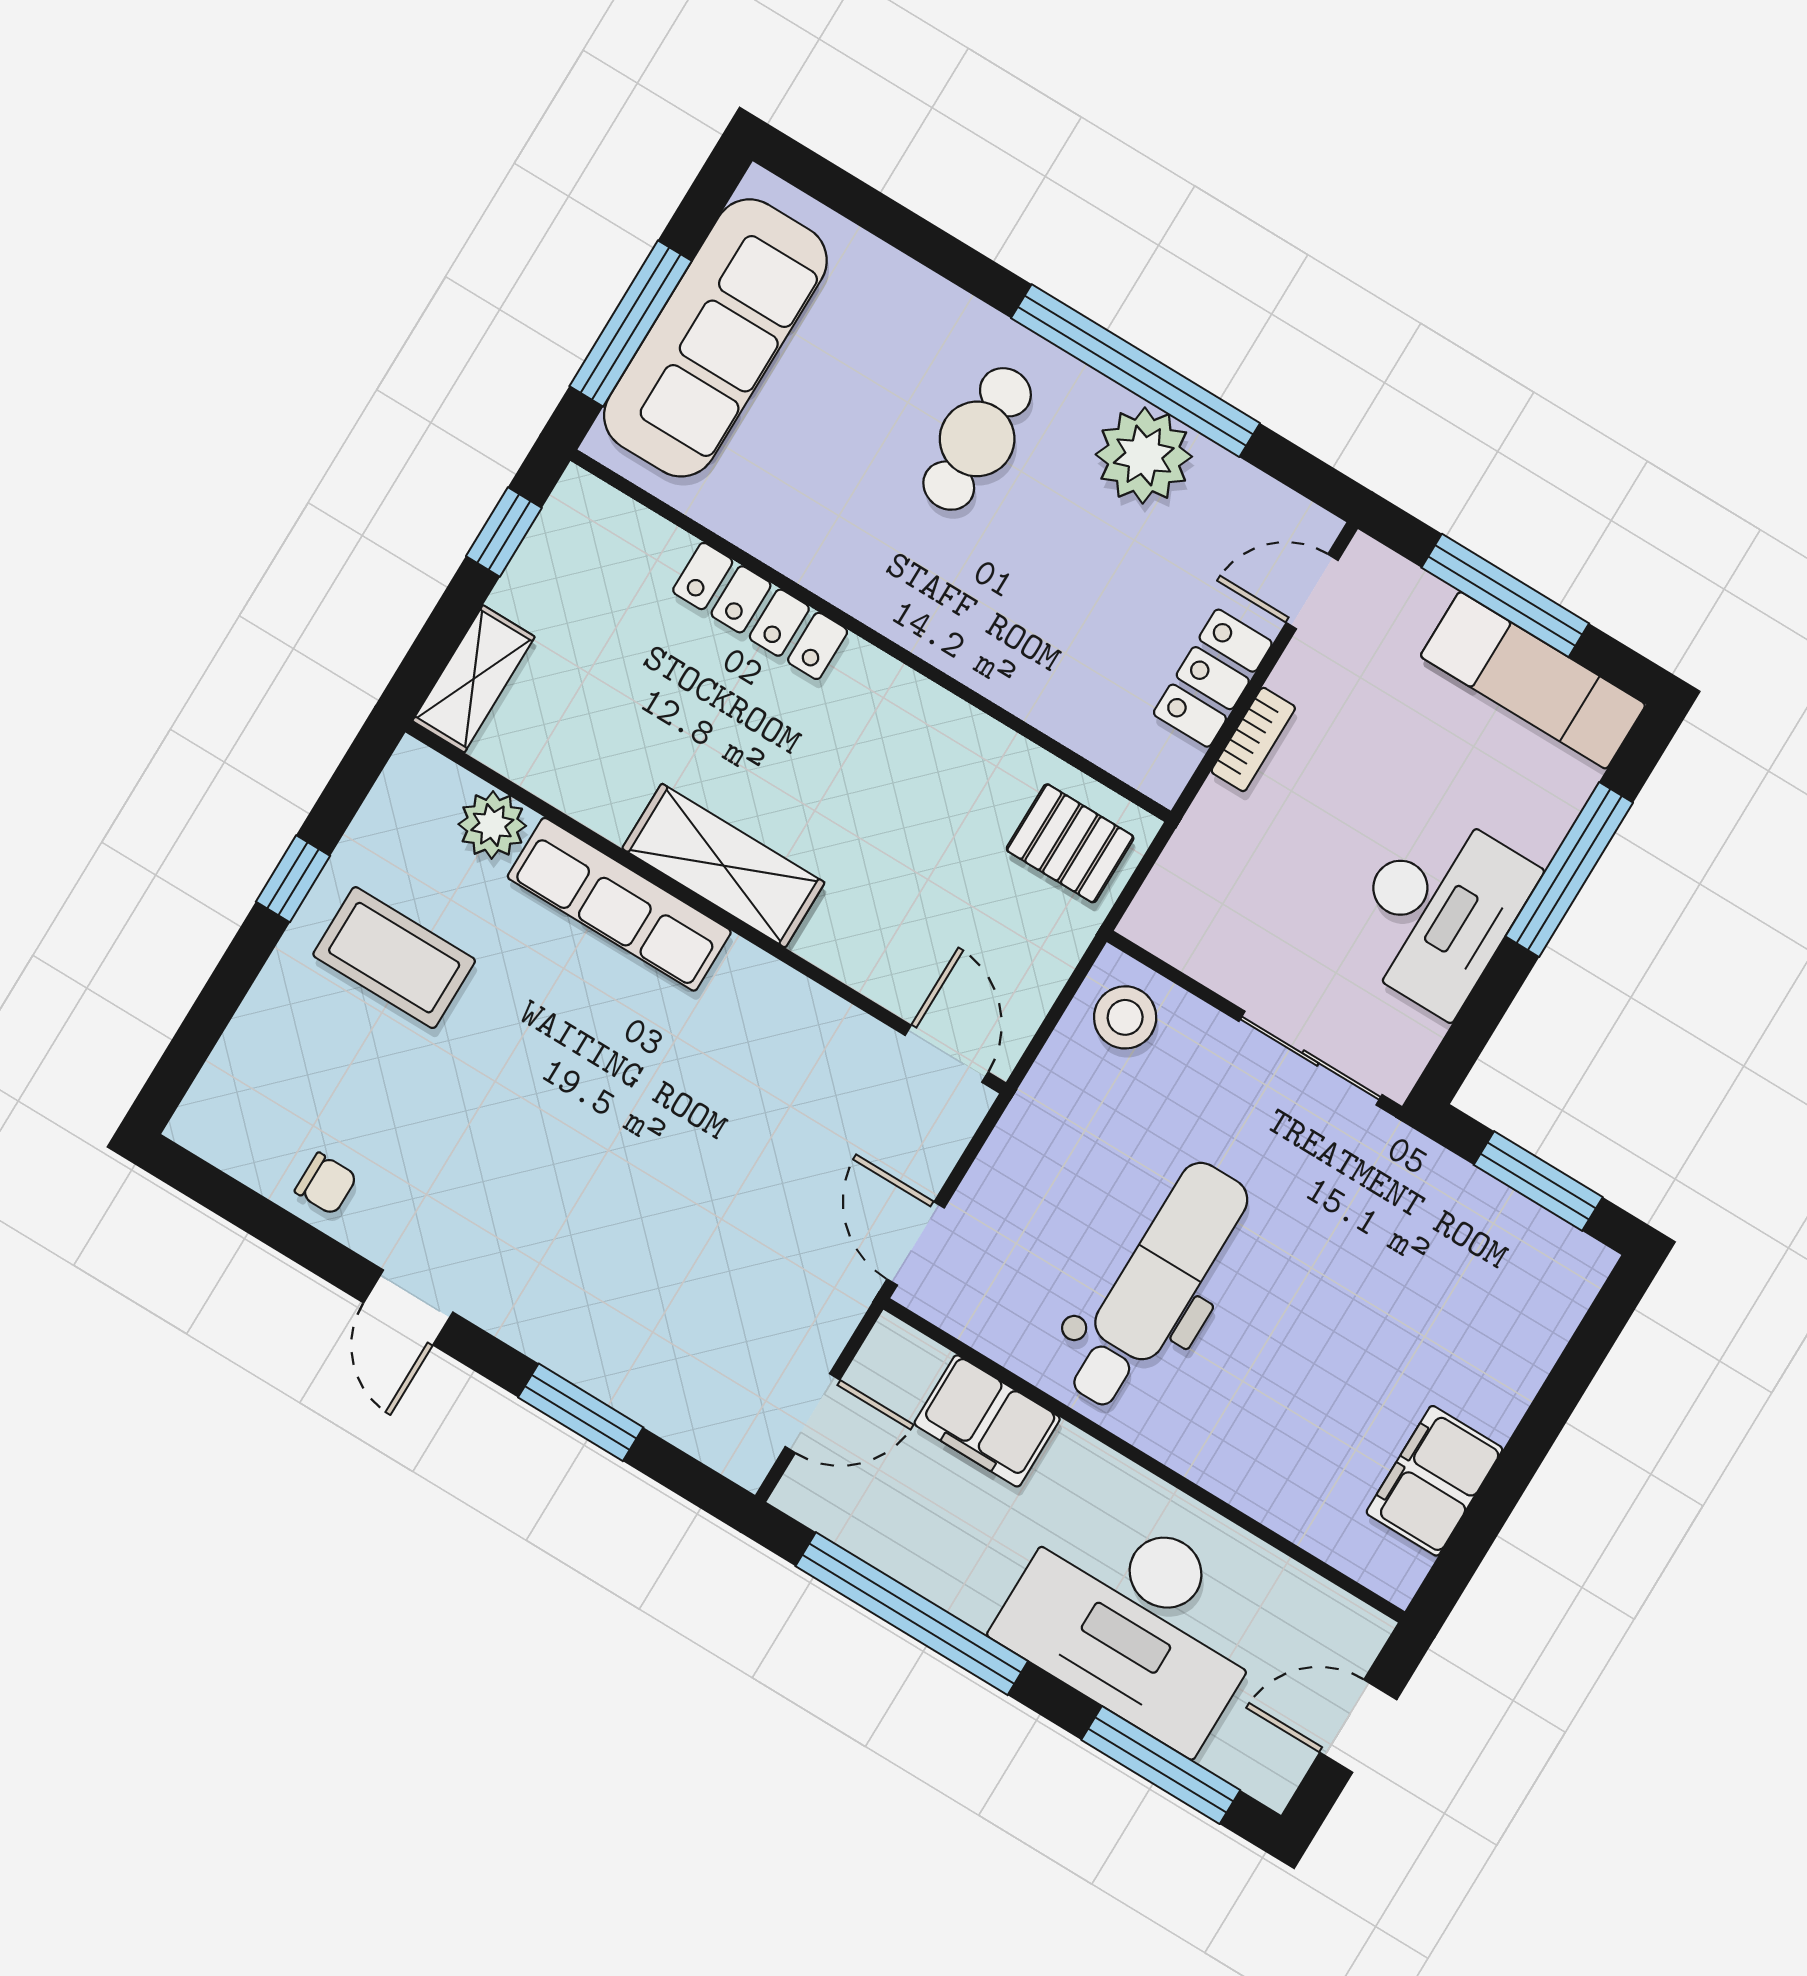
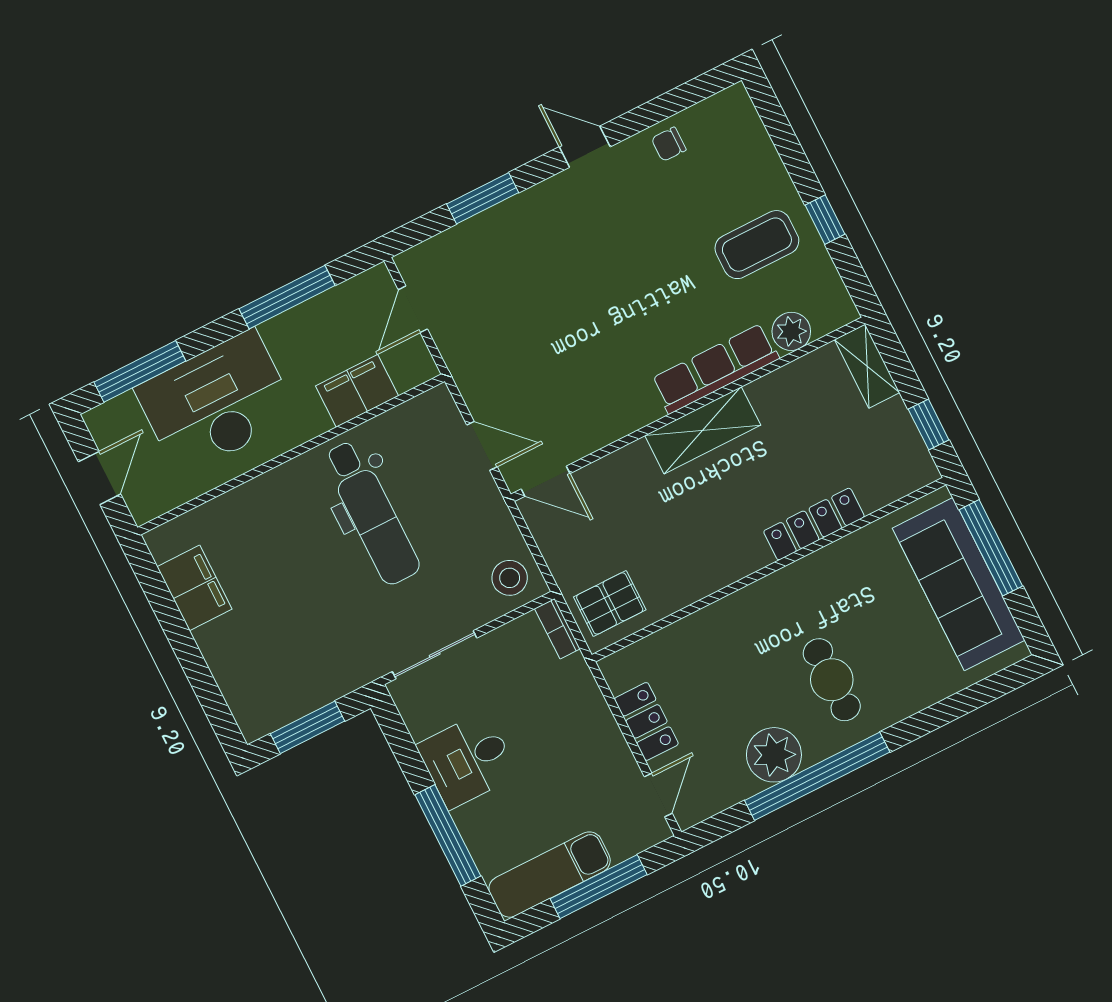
bookcase: (1253, 739) -> (557, 629), moved
desk: (1438, 911) -> (467, 760), width x0.73
door: (916, 1244) -> (482, 446), moved
window: (912, 1614) -> (287, 297), width x0.68

